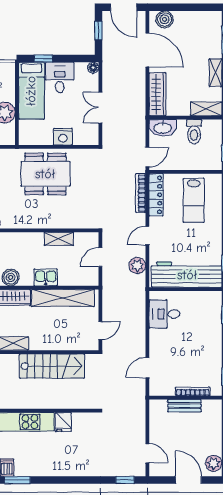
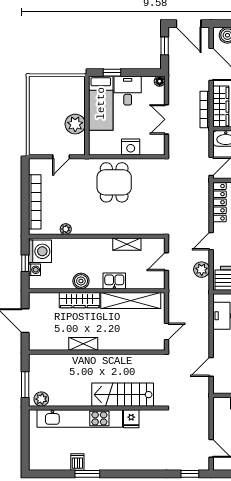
dining table: (45, 174) -> (114, 182), width x0.73
bookcase: (141, 193) -> (205, 109), moved
stairs: (52, 366) -> (123, 395), moved, turned 180

